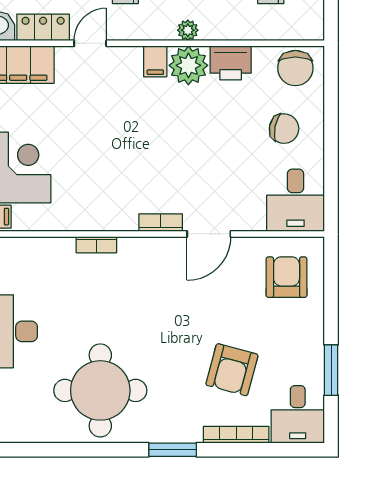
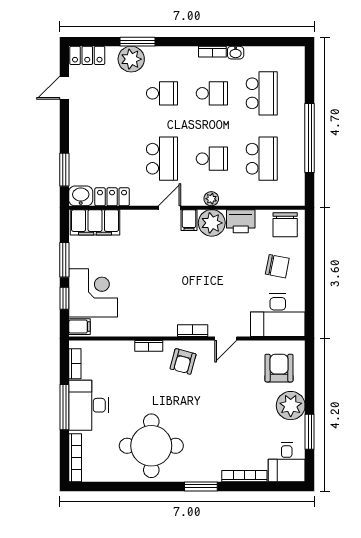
door: (90, 43) -> (169, 208), moved
desk: (296, 200) -> (278, 315), width x1.37
door: (209, 234) -> (226, 338), width x0.73
plant: (304, 332) -> (291, 406), added
armchair: (232, 370) -> (183, 361), moved, width x0.72, depth x0.72

